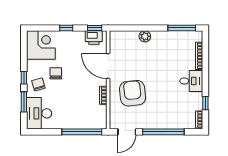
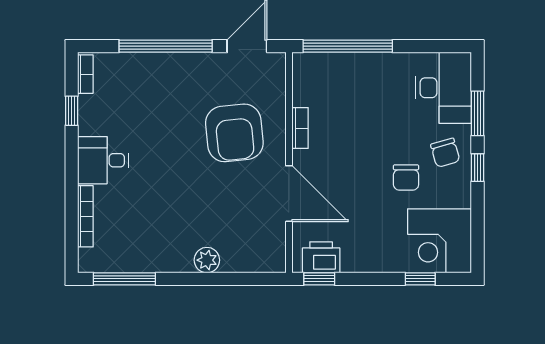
window: (66, 28) -> (420, 279), moved

